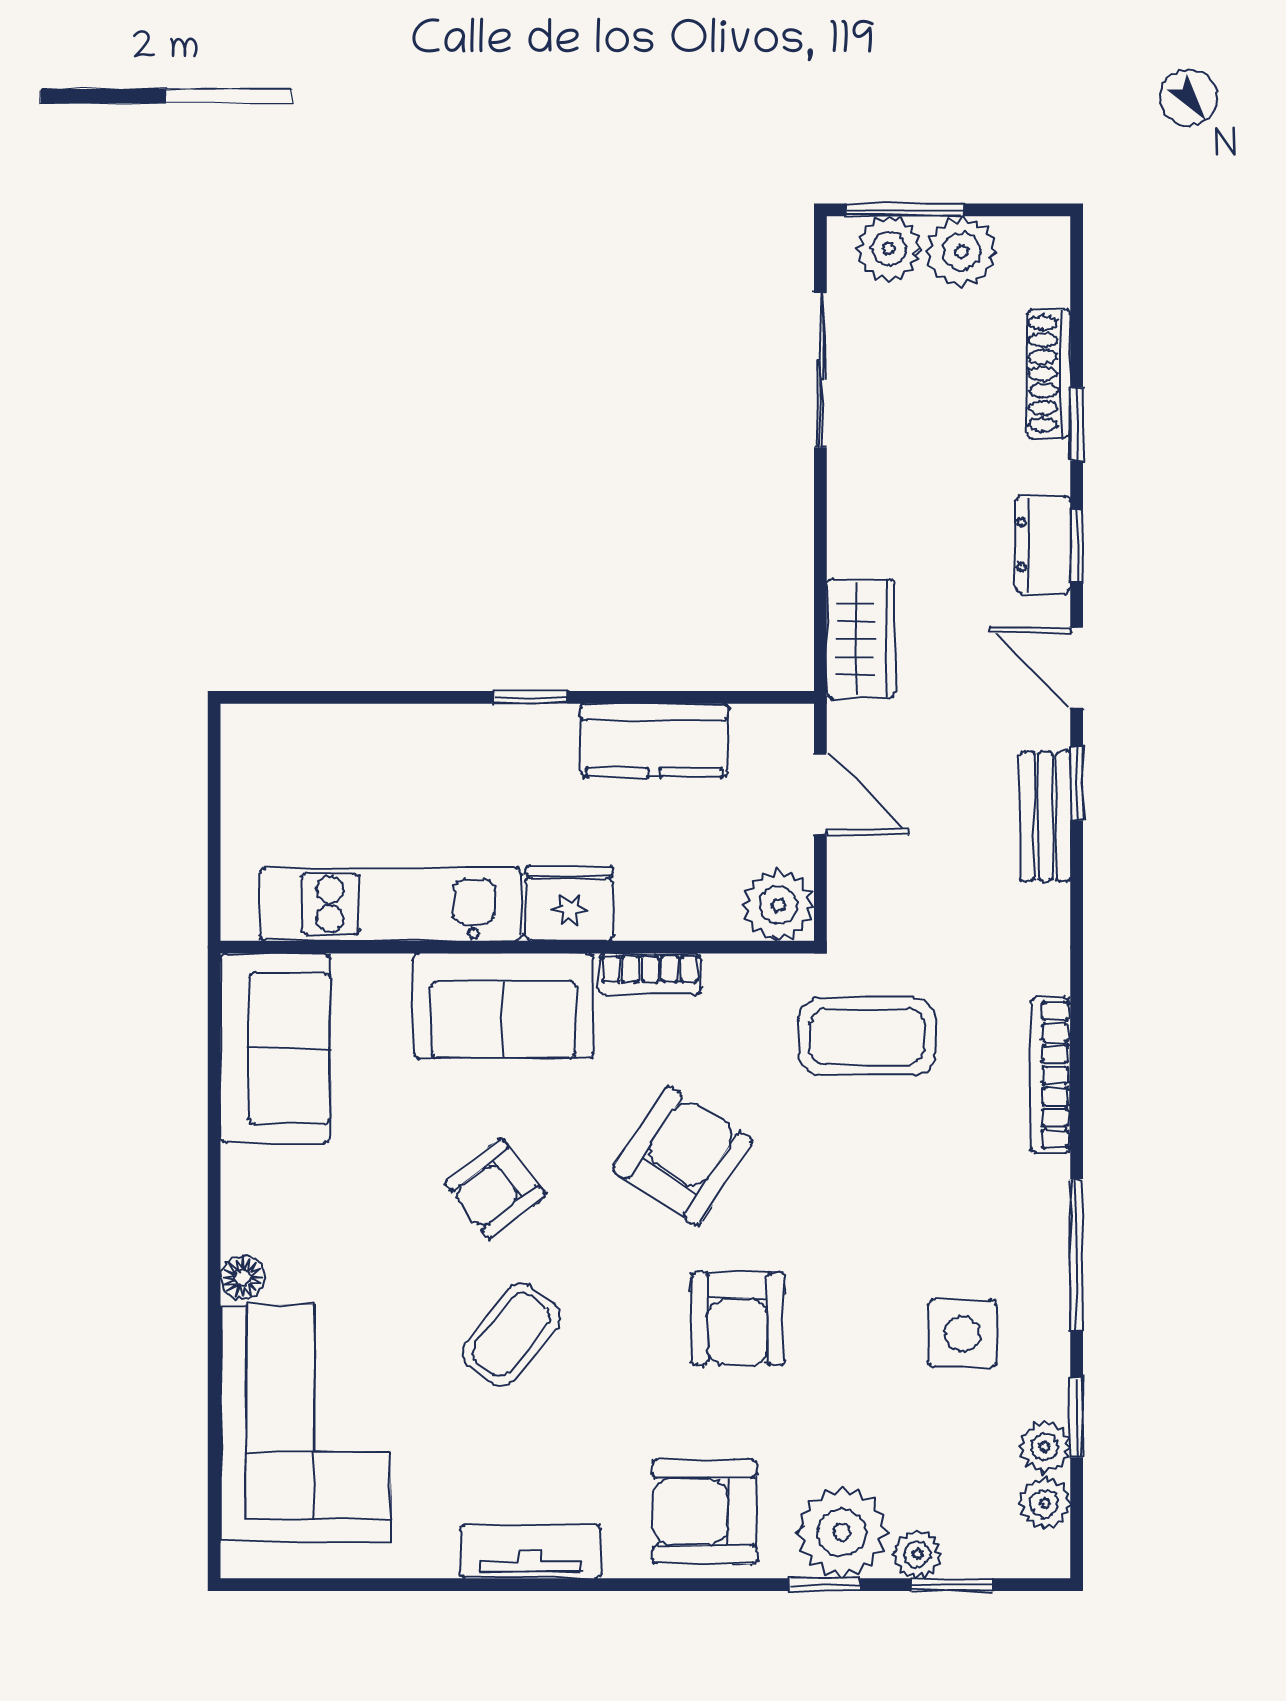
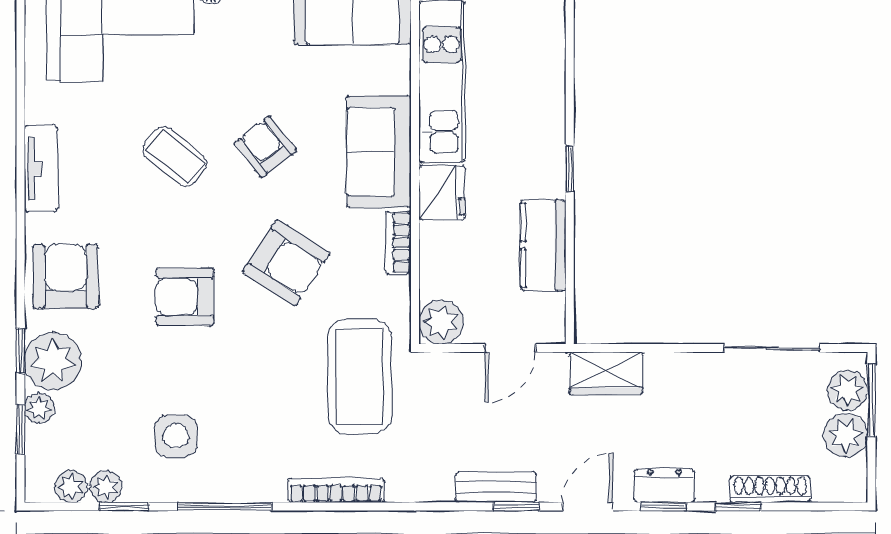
coffee table: (867, 1037) -> (360, 377), width x1.36, depth x1.32

